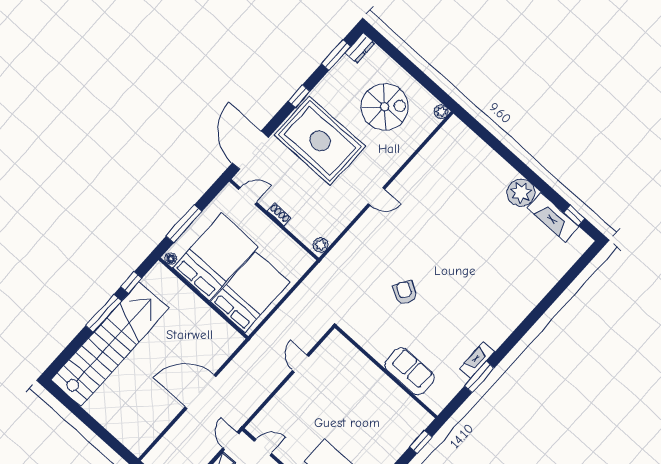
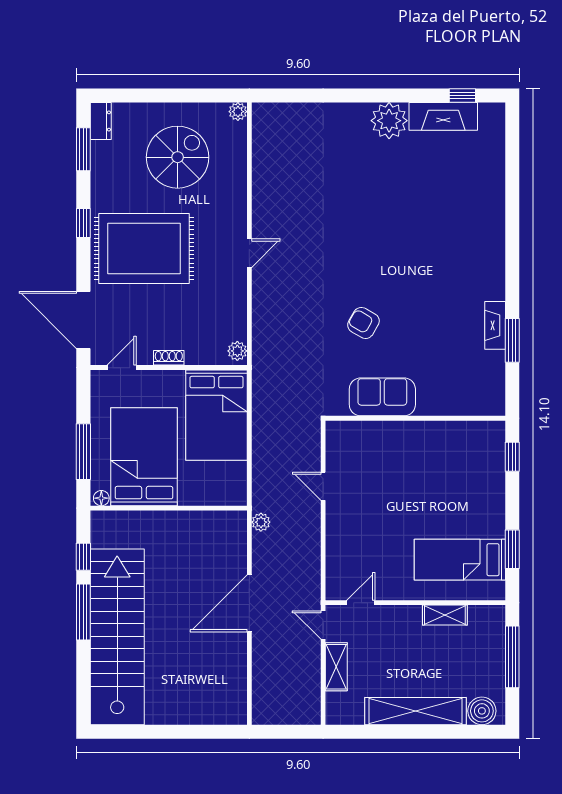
bed: (250, 292) -> (216, 415), moved, turned 180
plant: (248, 352) -> (261, 522), added
sofa: (410, 371) -> (382, 397), moved

